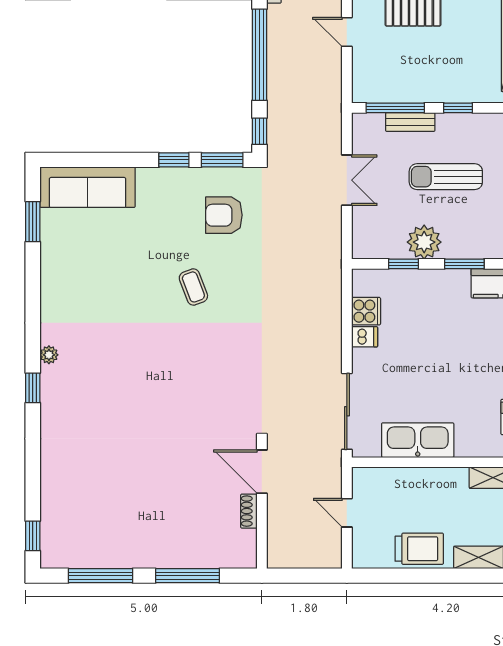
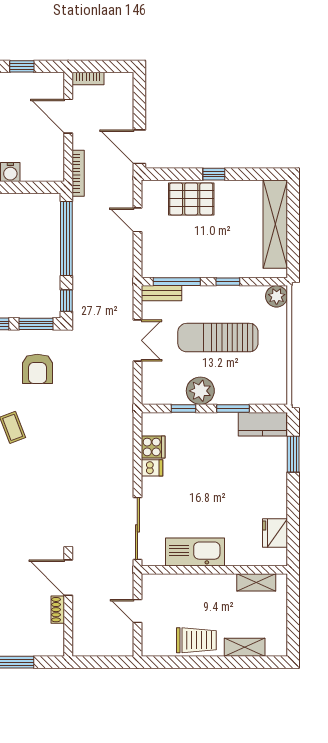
bench: (410, 122) -> (161, 293), moved
sun lounger: (446, 177) -> (218, 338), width x1.36, depth x1.34
armchair: (224, 215) -> (37, 369), turned -90

